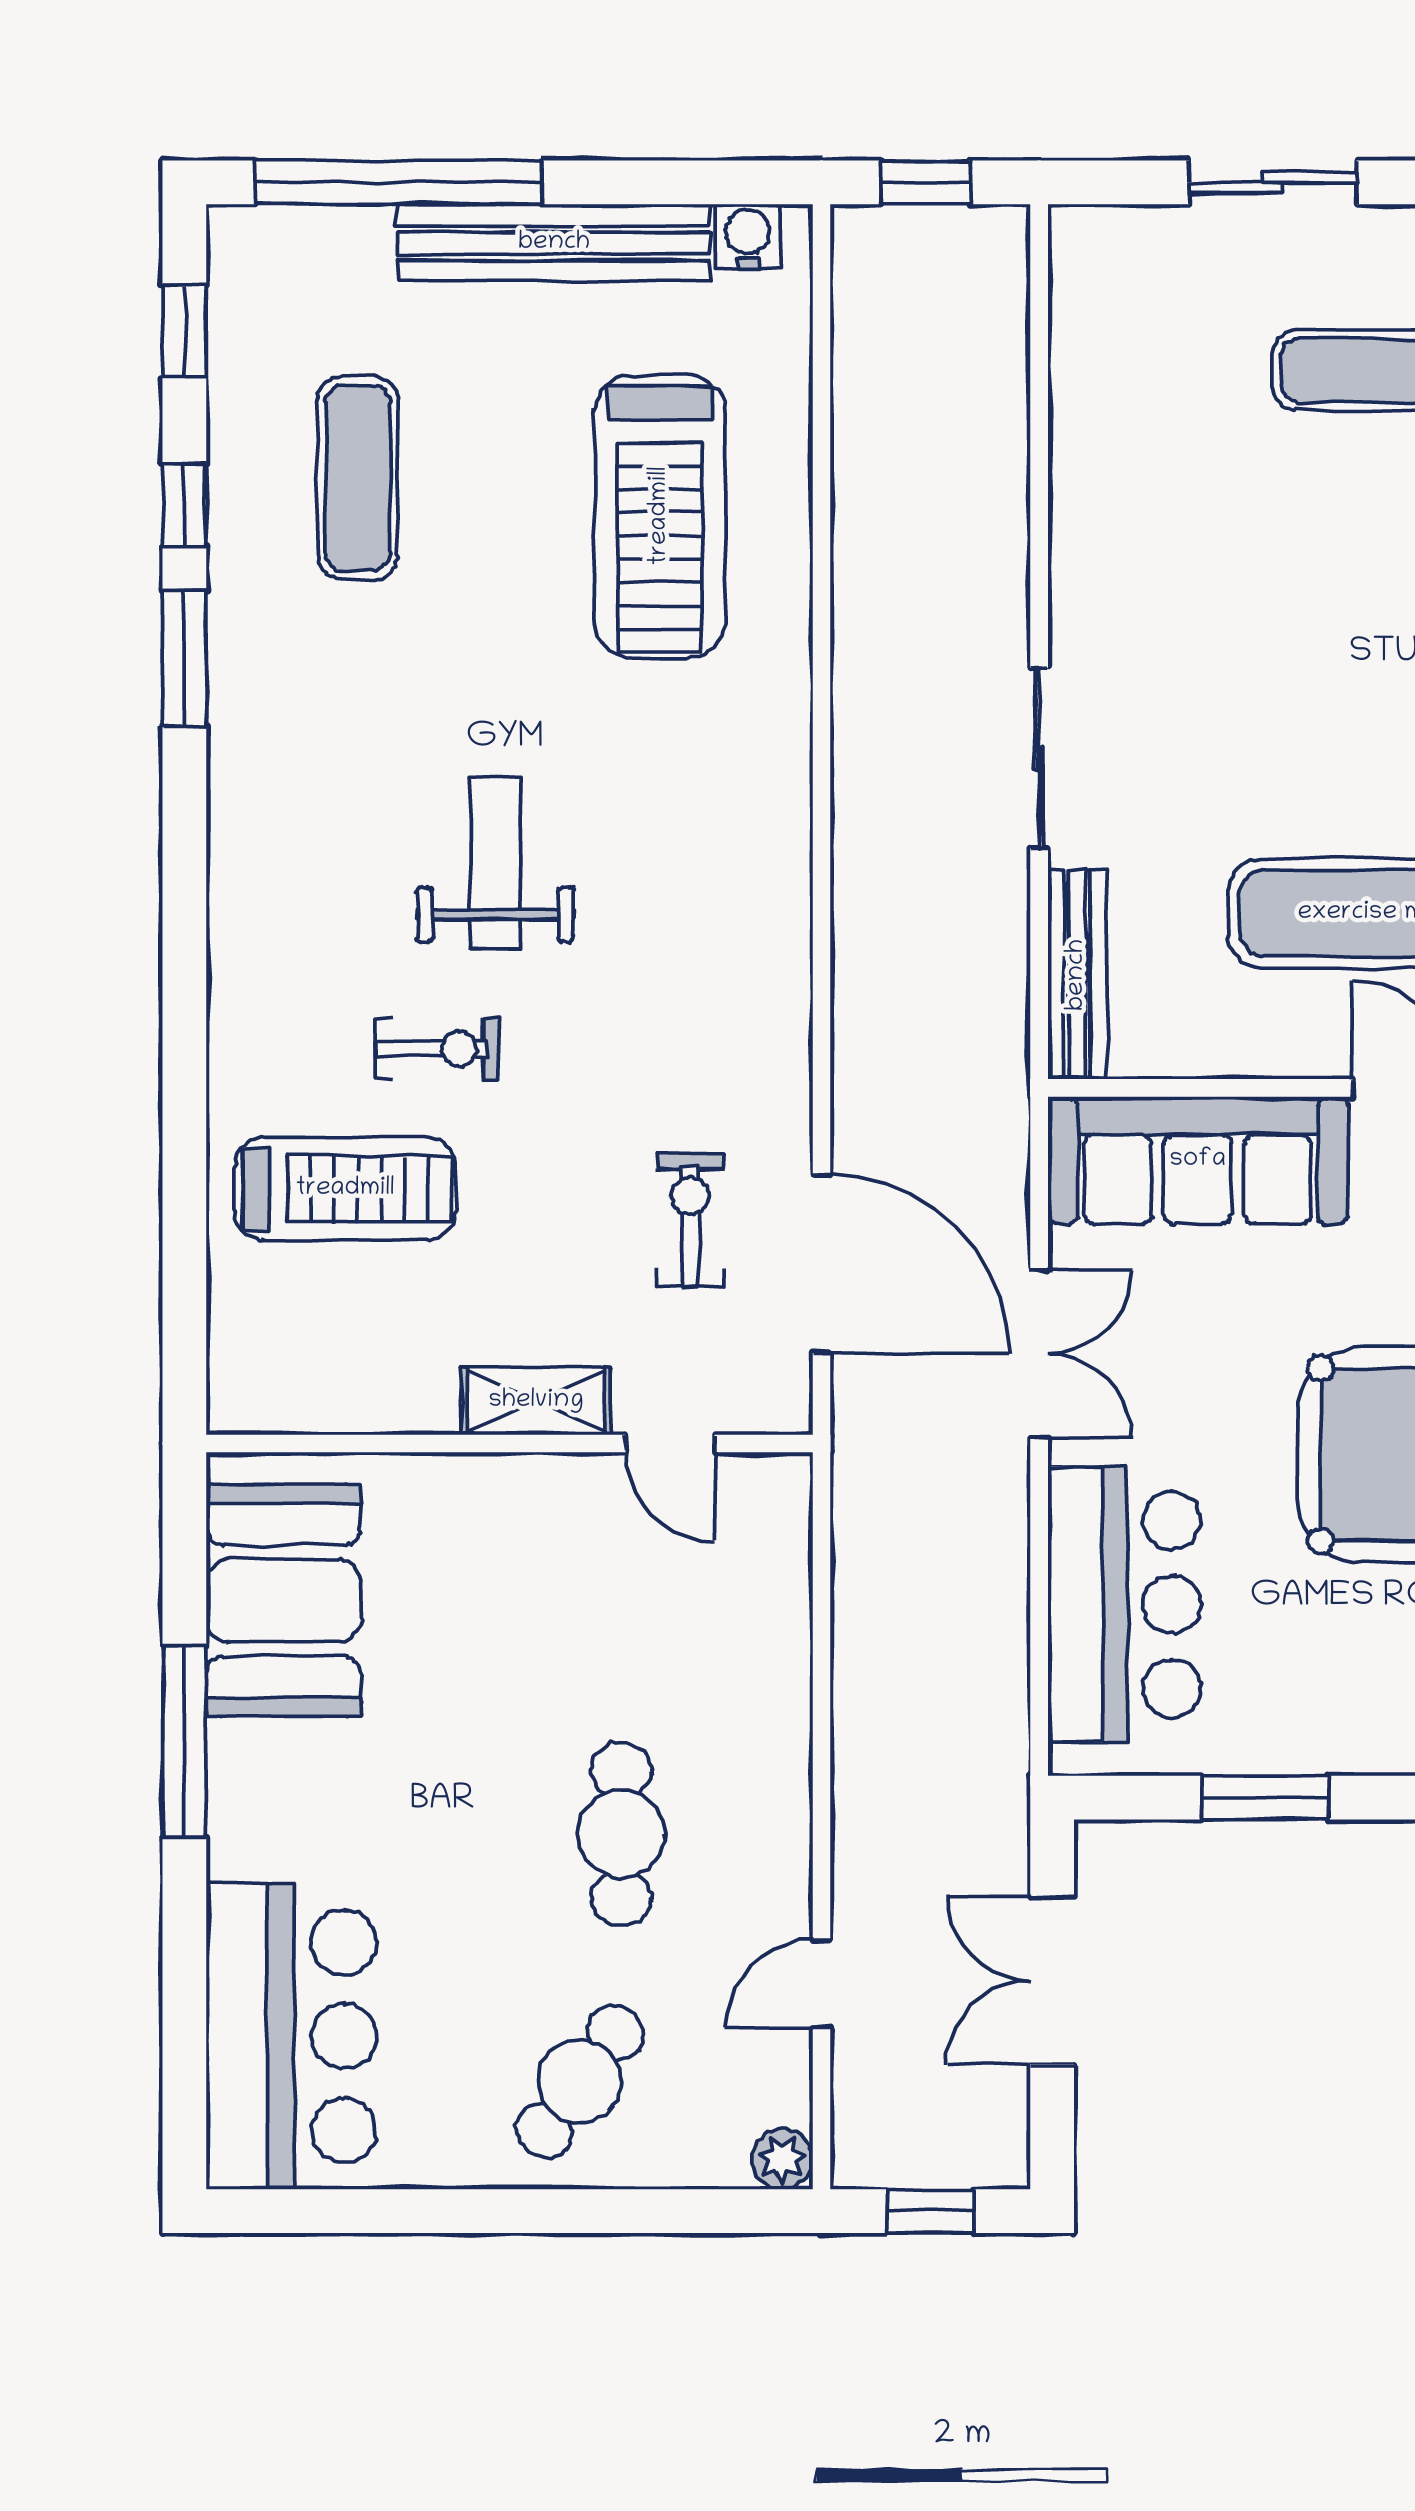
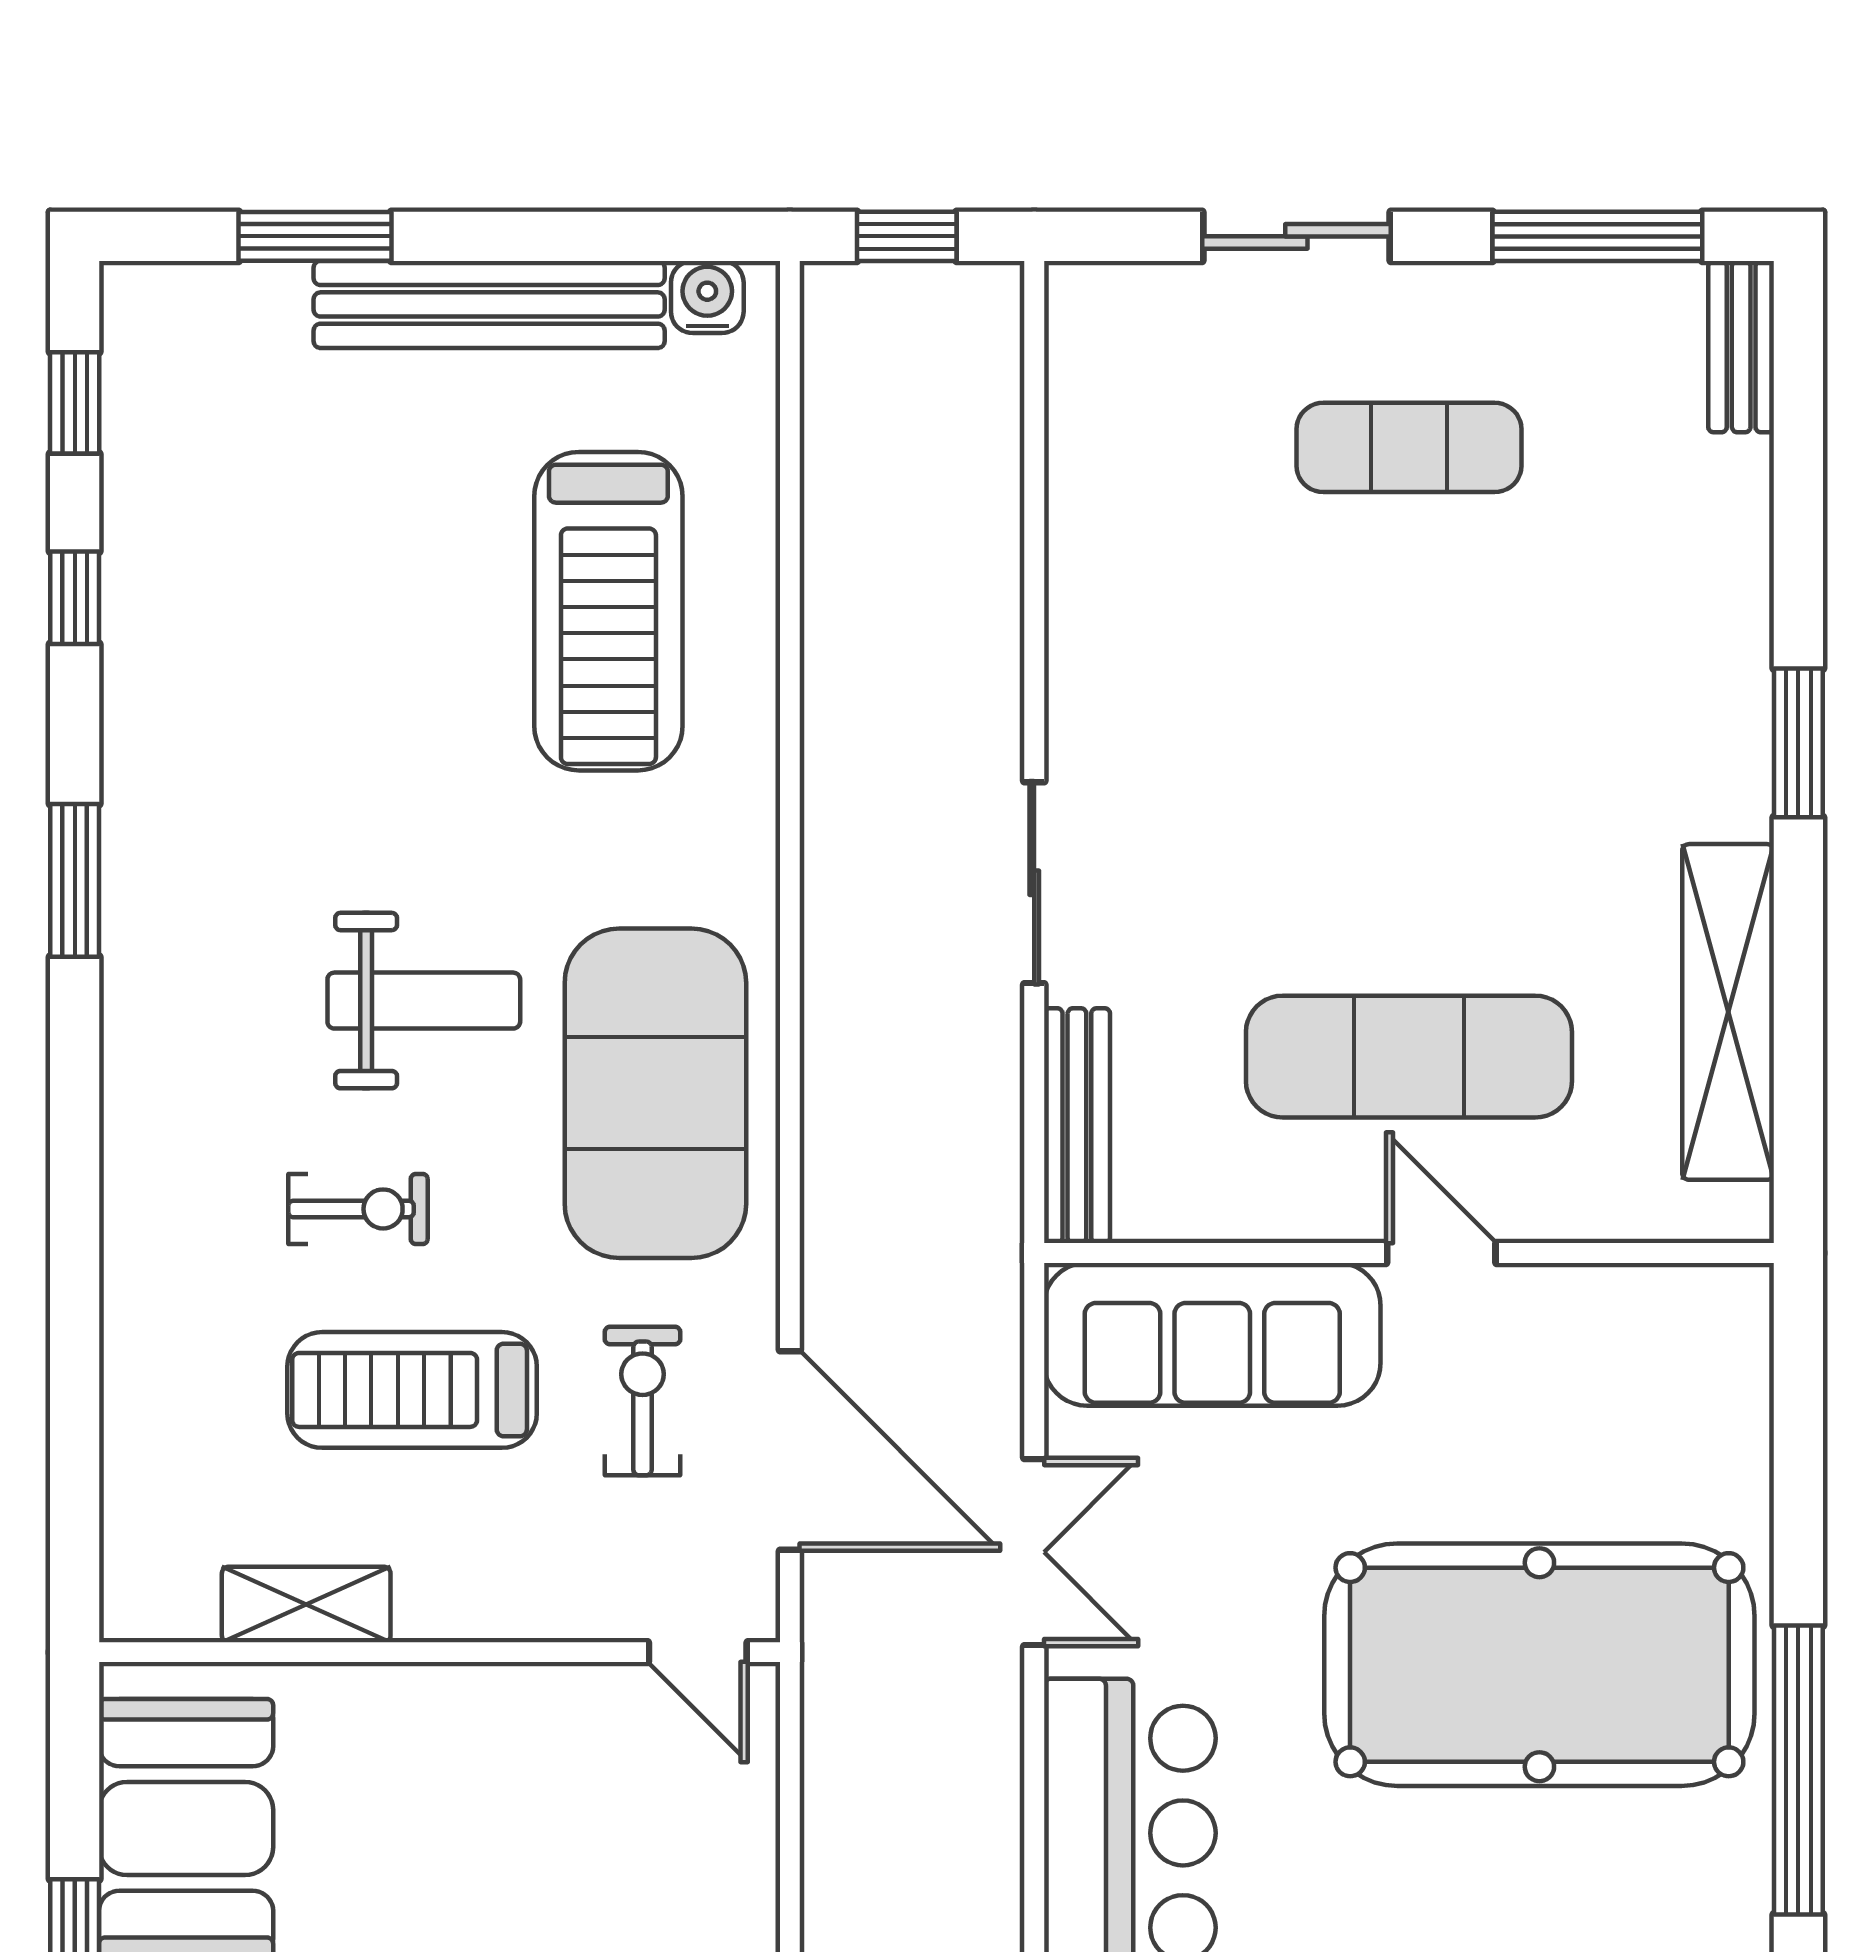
window: (398, 182) -> (315, 236), width x0.47
exercise mat: (358, 478) -> (655, 1093), moved, width x2.00, depth x1.45
window: (184, 658) -> (75, 880), moved
weight bench: (495, 863) -> (424, 1001), turned 90
treadmill: (345, 1189) -> (412, 1390), moved, turned 180
shelving: (536, 1401) -> (306, 1605), moved
door: (670, 1443) -> (698, 1652), moved

